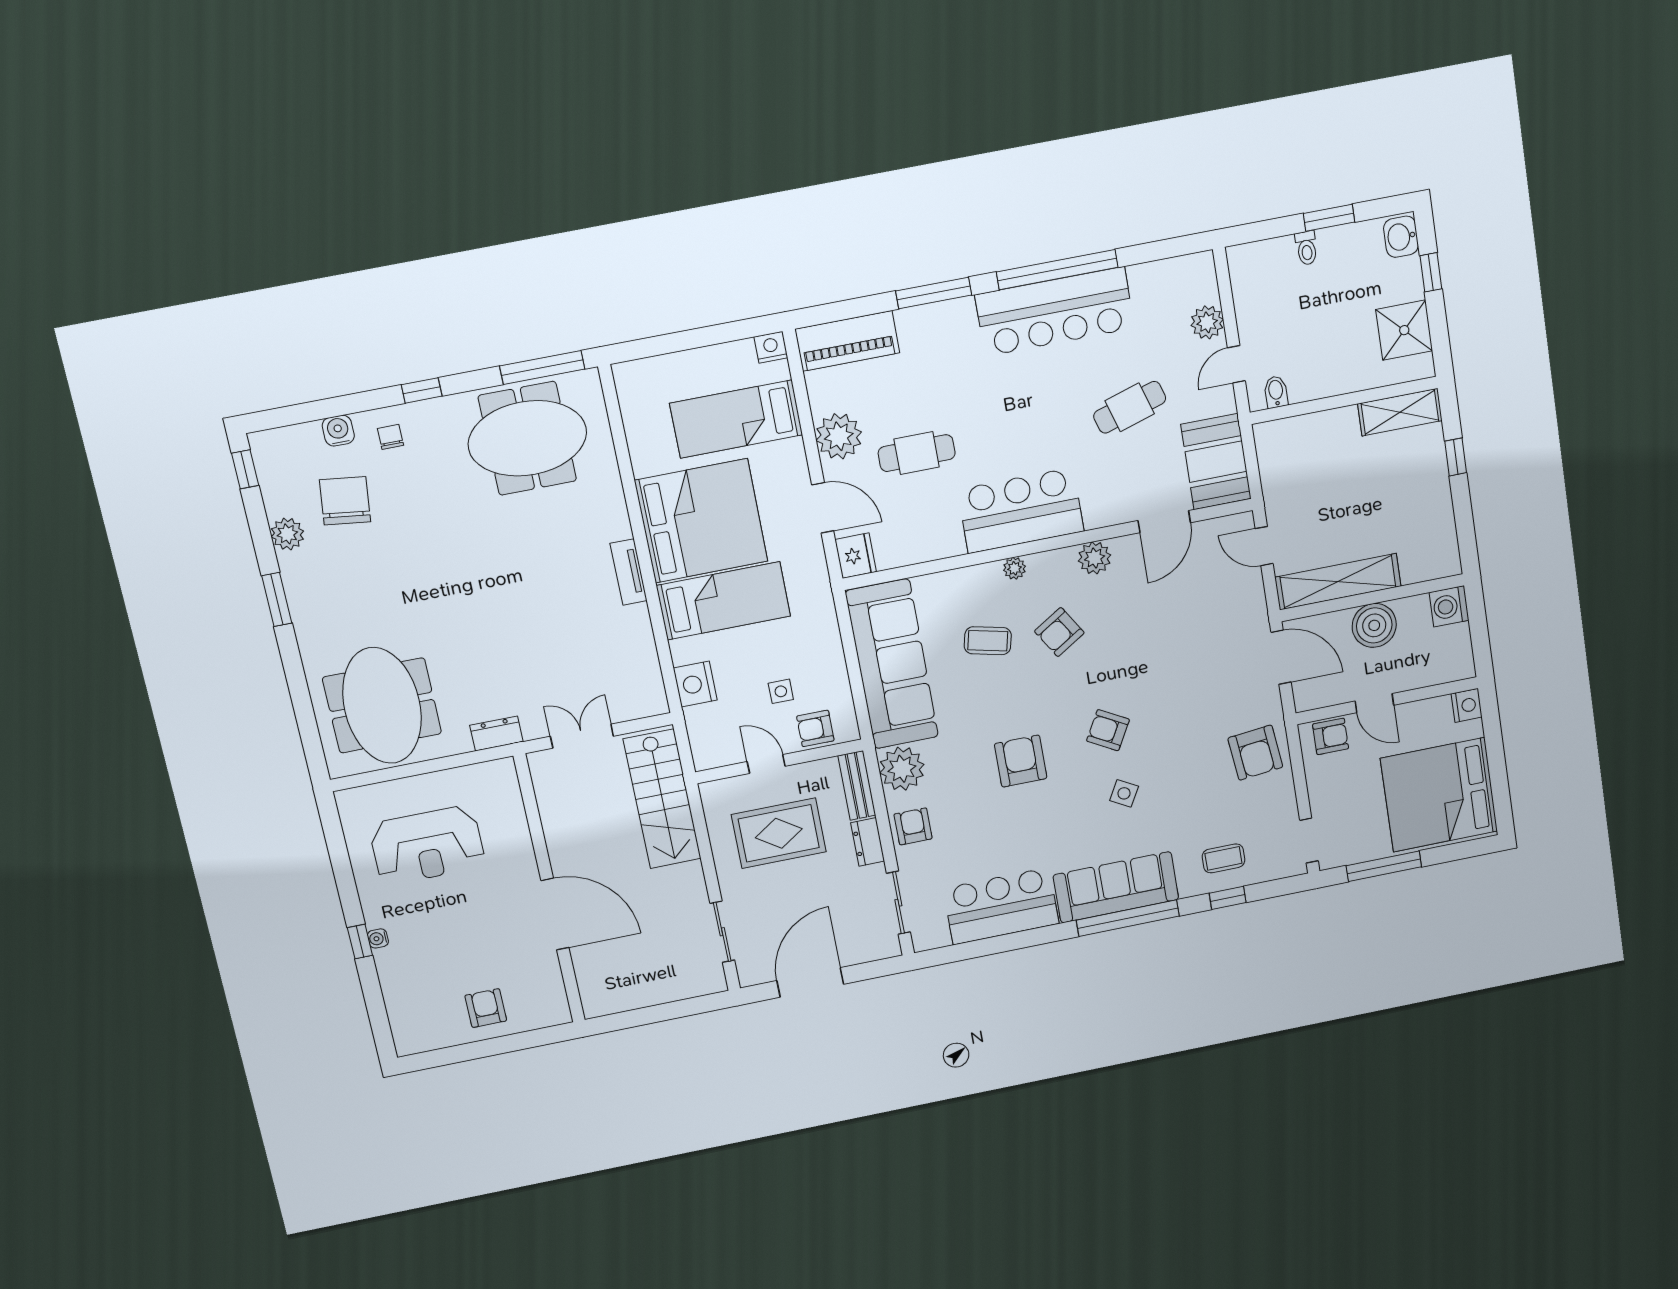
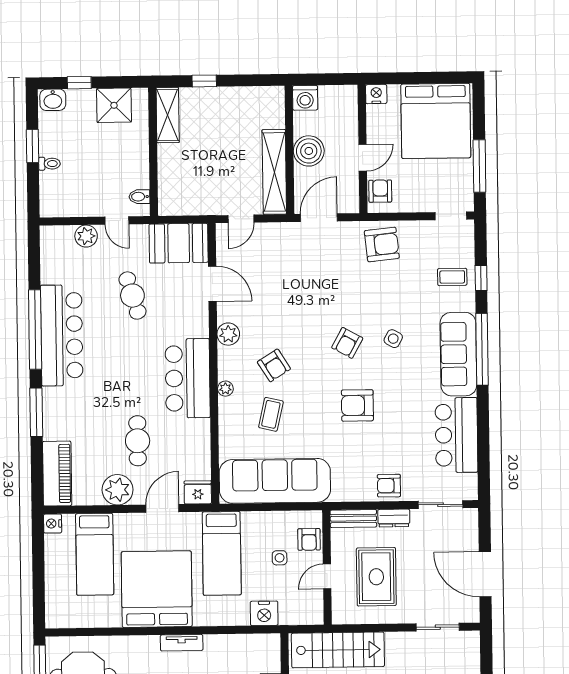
bed: (723, 601) -> (222, 553), moved, turned 180
plant: (902, 769) -> (348, 486), removed
coffee table: (1223, 858) -> (452, 277), turned 90

